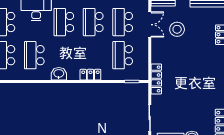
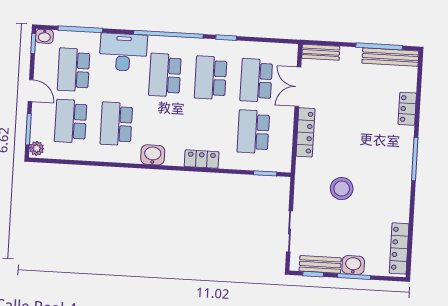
double door: (150, 25) -> (298, 87), swing flipped
stool: (177, 29) -> (342, 189), moved
locker: (156, 79) -> (305, 132), moved

